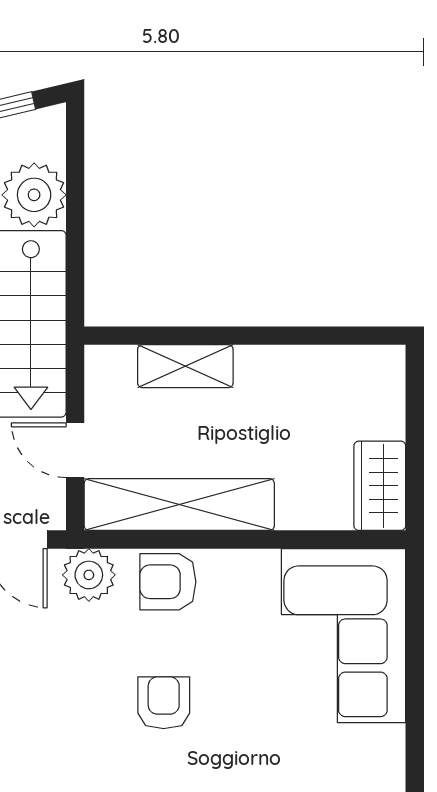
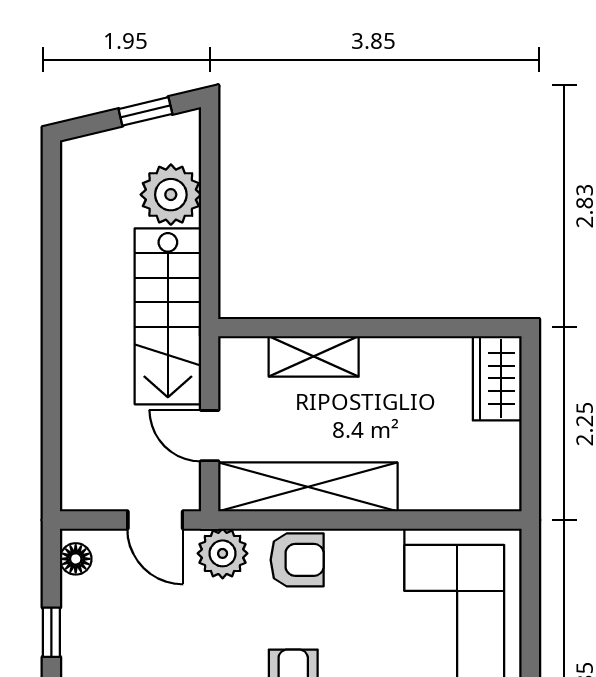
wardrobe: (380, 486) -> (497, 378), moved
armchair: (168, 582) -> (297, 560), turned 180

